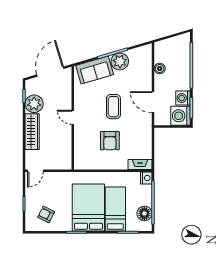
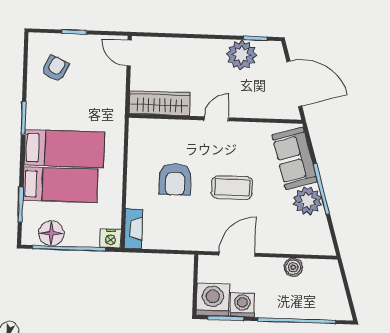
wardrobe: (32, 132) -> (160, 103), moved, turned 180
armchair: (110, 141) -> (175, 179), turned -90
bed: (88, 207) -> (64, 149), width x0.67

